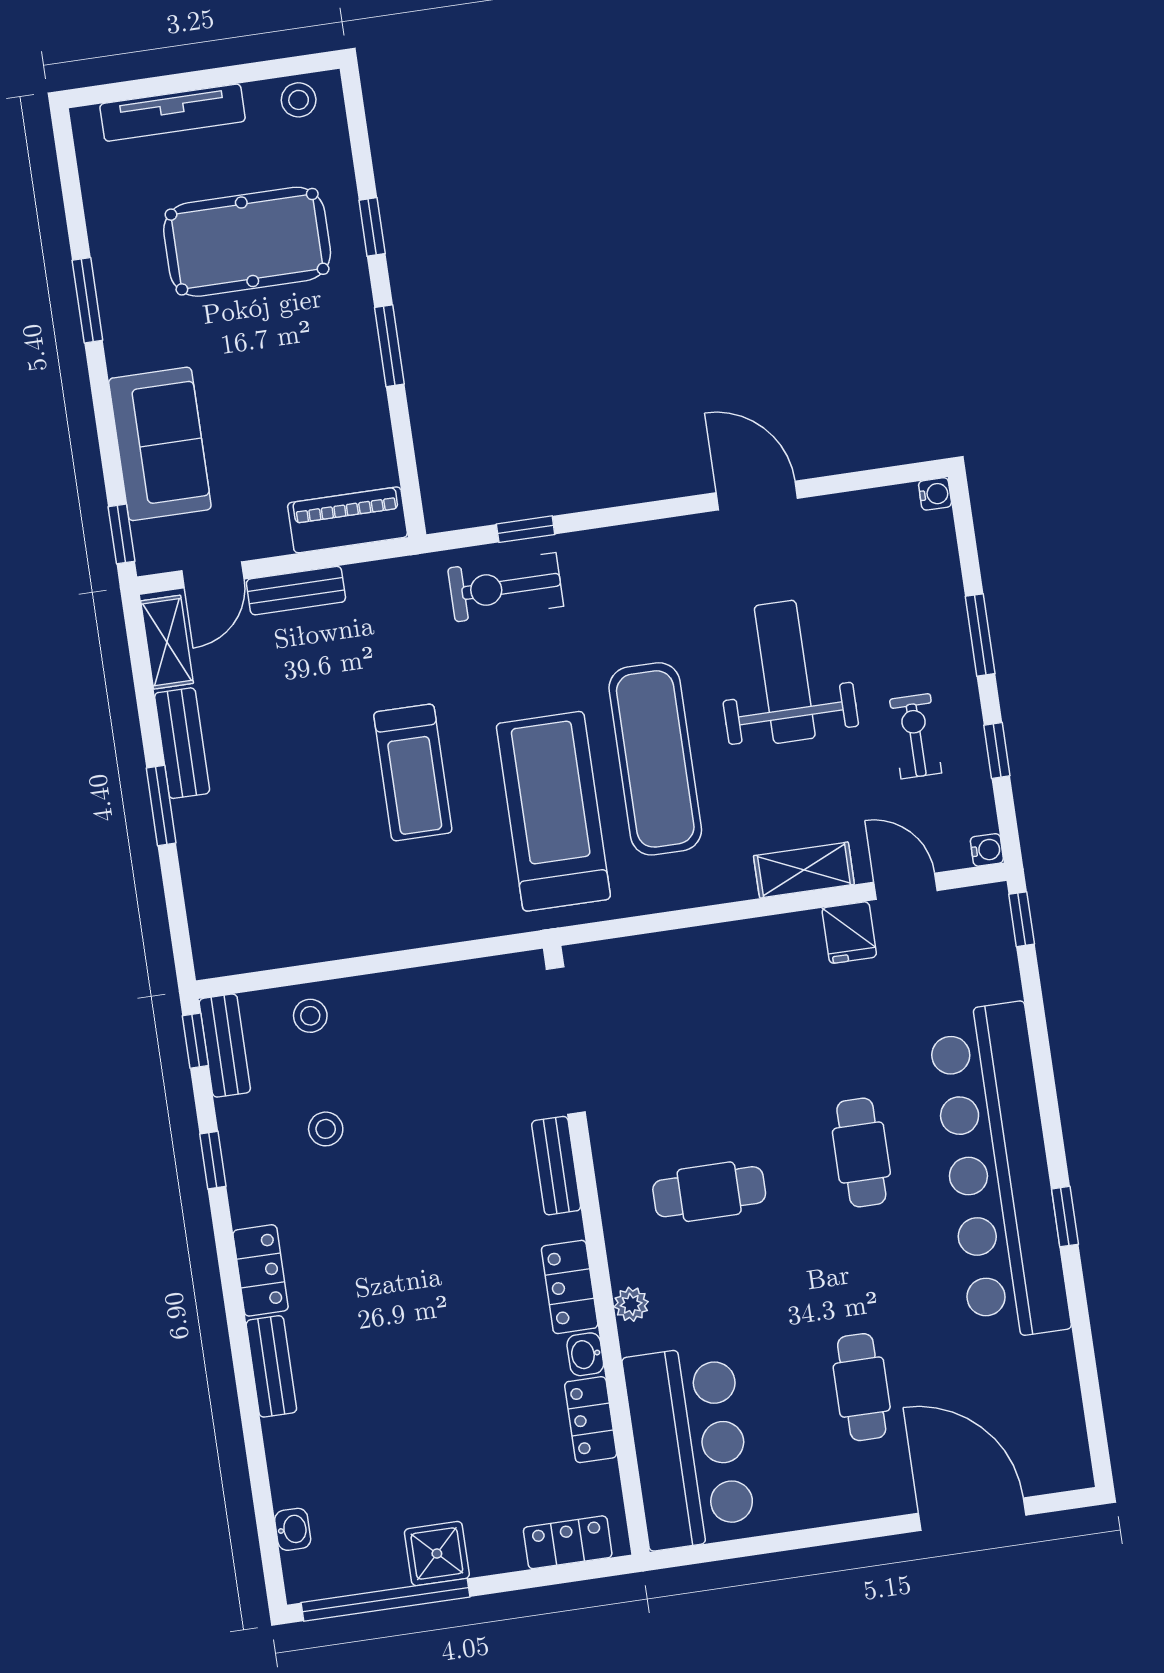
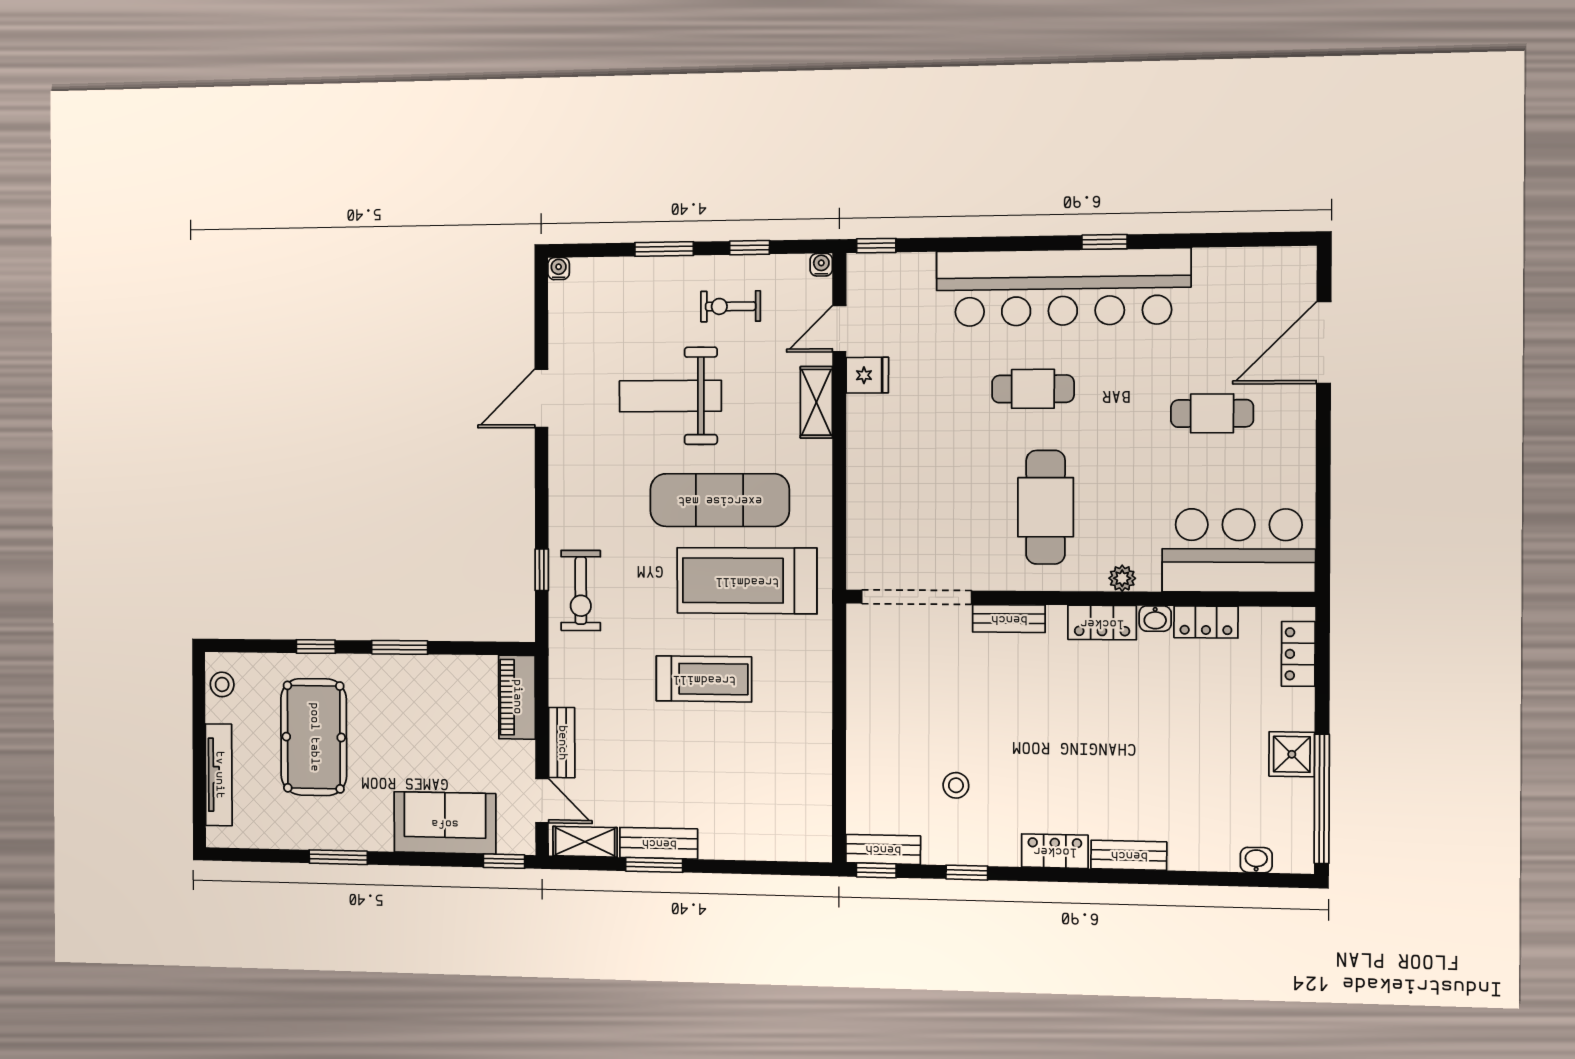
window: (161, 806) -> (654, 865), moved
stool: (310, 1016) -> (870, 783), removed
cafe table: (709, 1192) -> (1046, 507), width x1.37, depth x1.35

